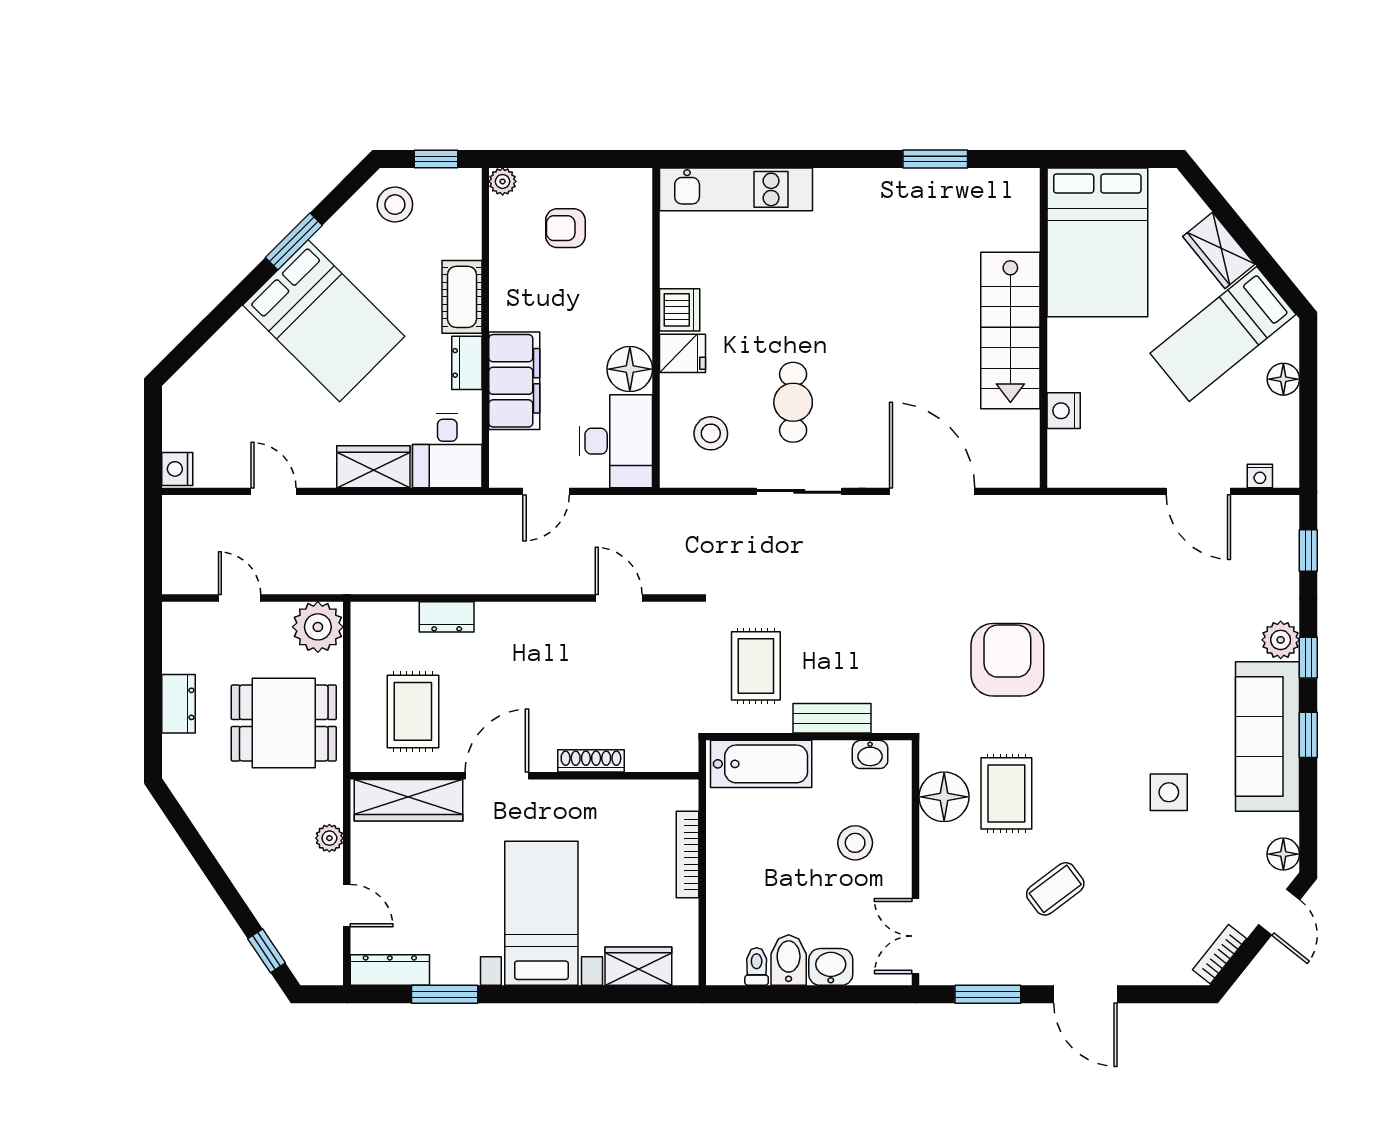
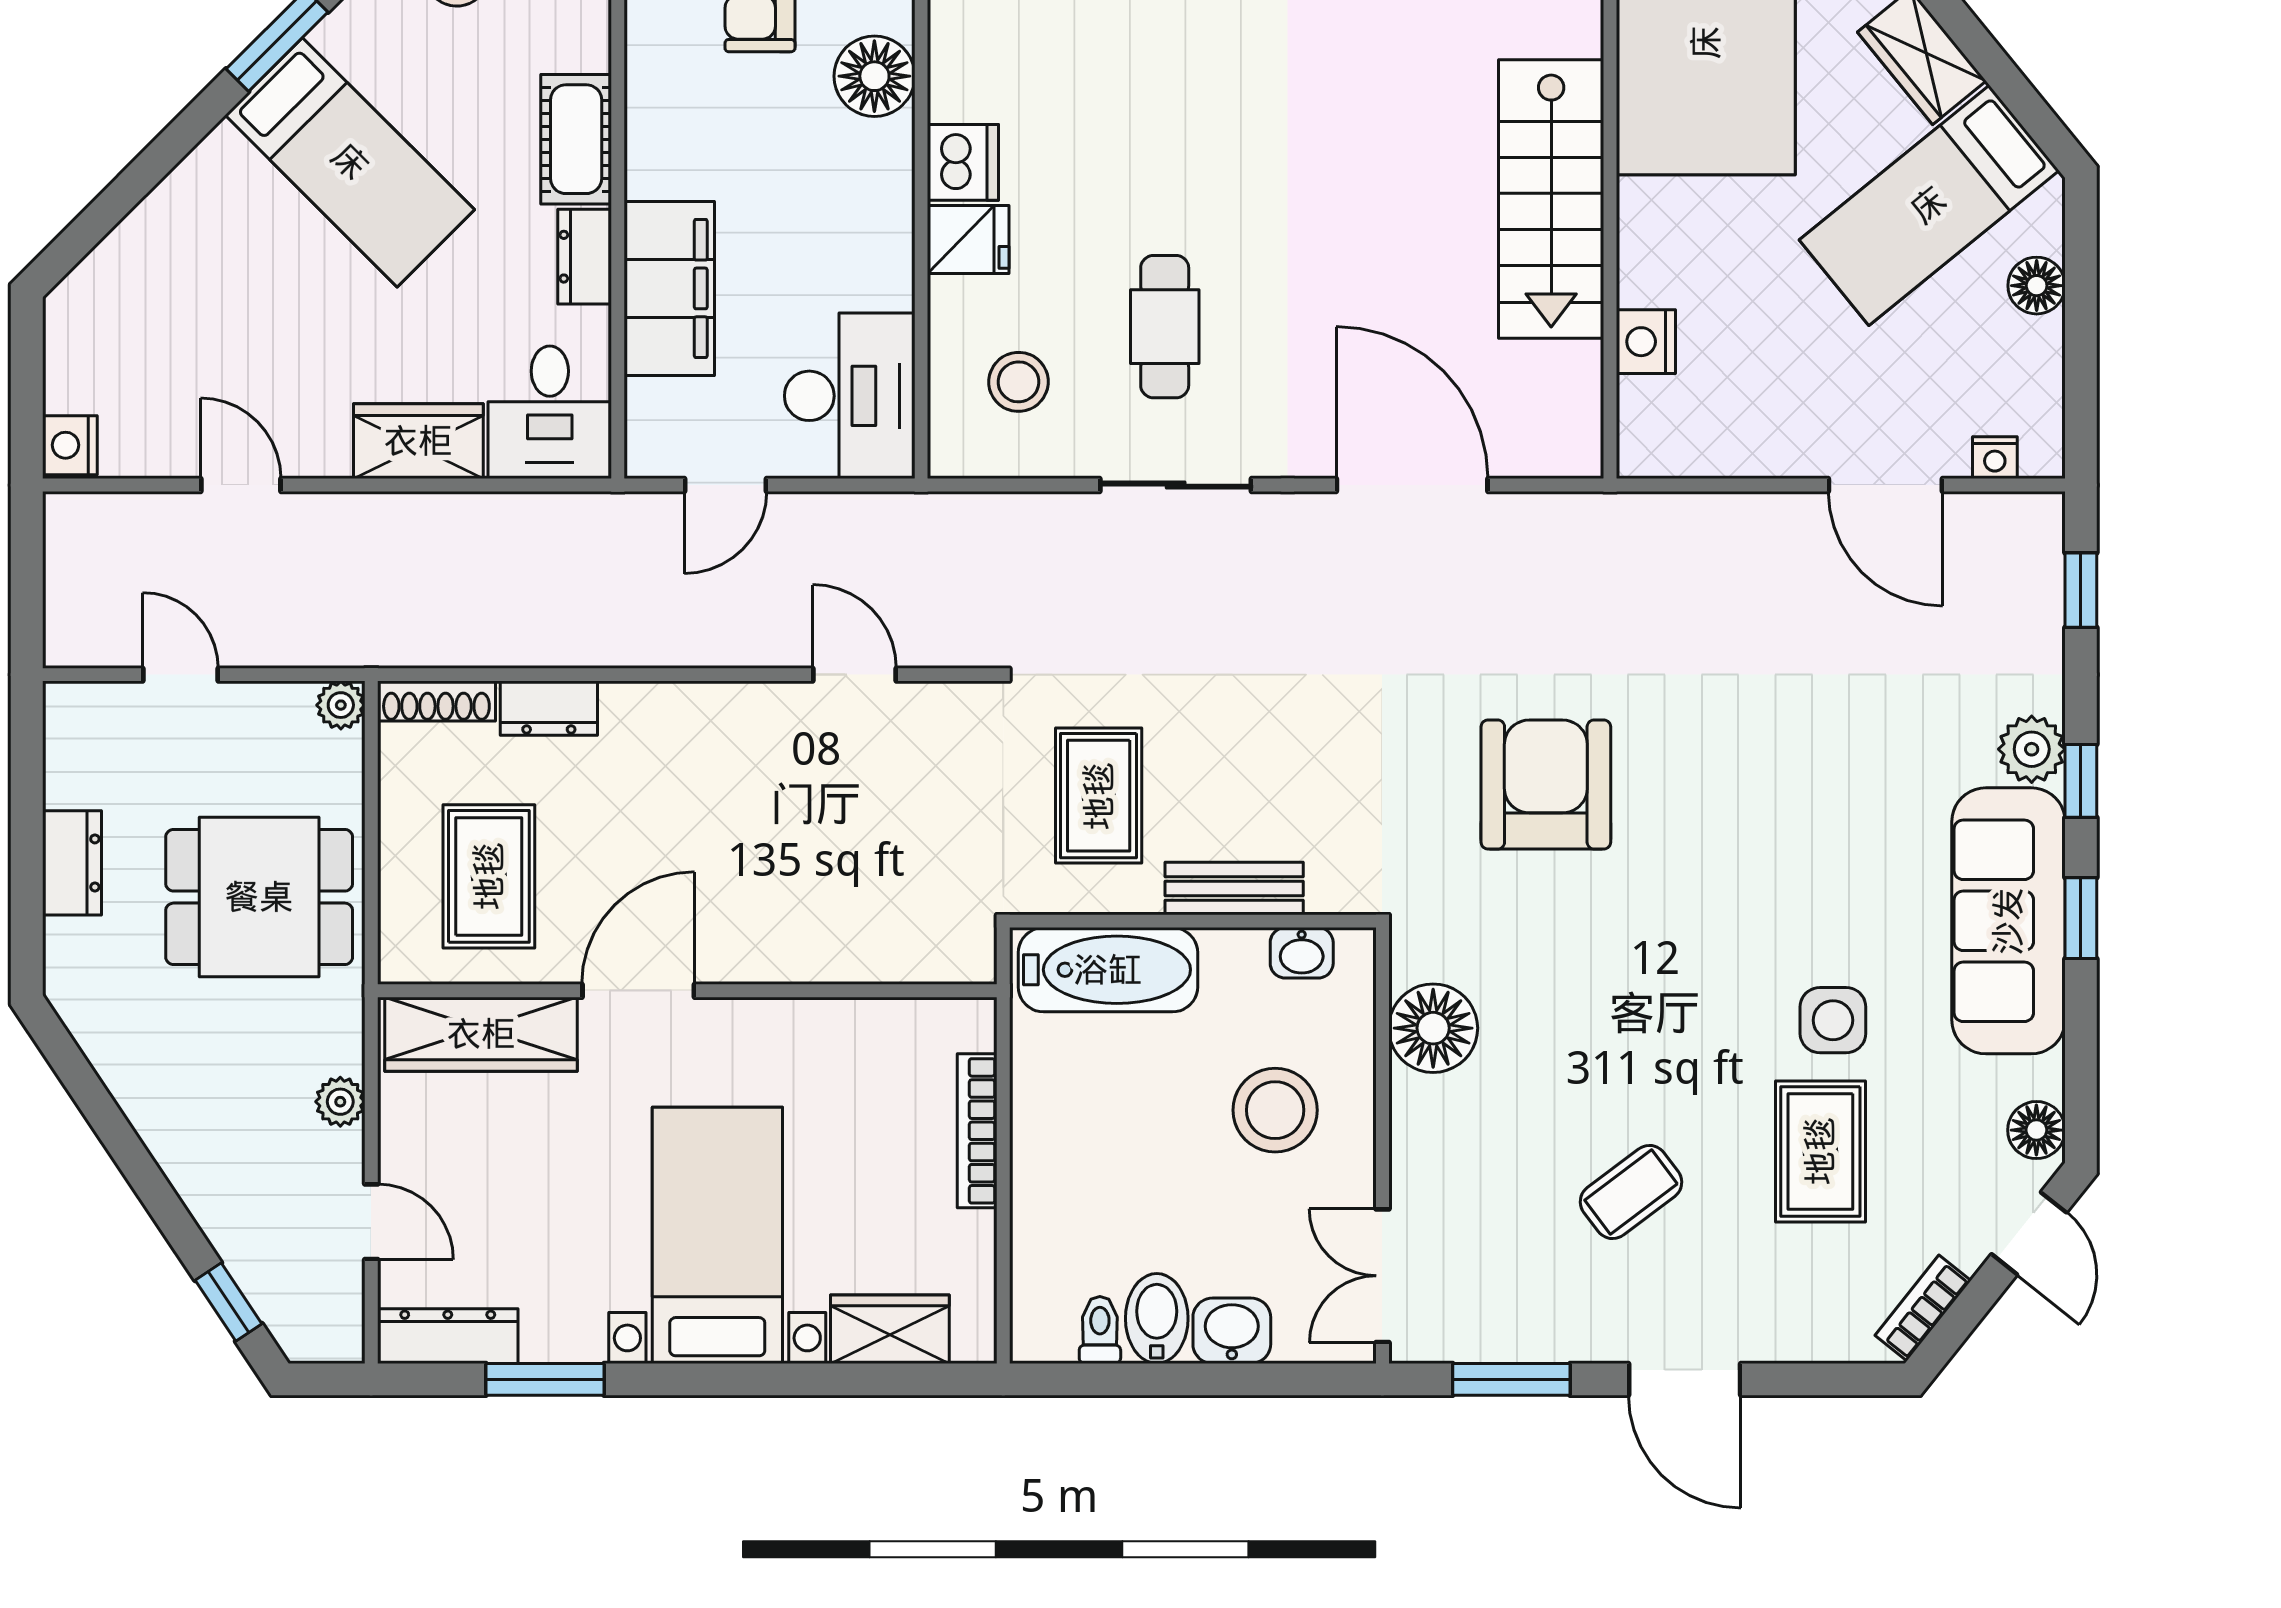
bed: (324, 321) -> (350, 162), width x0.67
floor lamp: (630, 369) -> (874, 76), moved
plant: (318, 627) -> (341, 705), width x0.53, depth x0.53
shoe rack: (591, 761) -> (436, 701), moved, turned 180
rug: (1006, 793) -> (1820, 1151), moved
stool: (855, 843) -> (1275, 1110), width x1.38, depth x1.38

